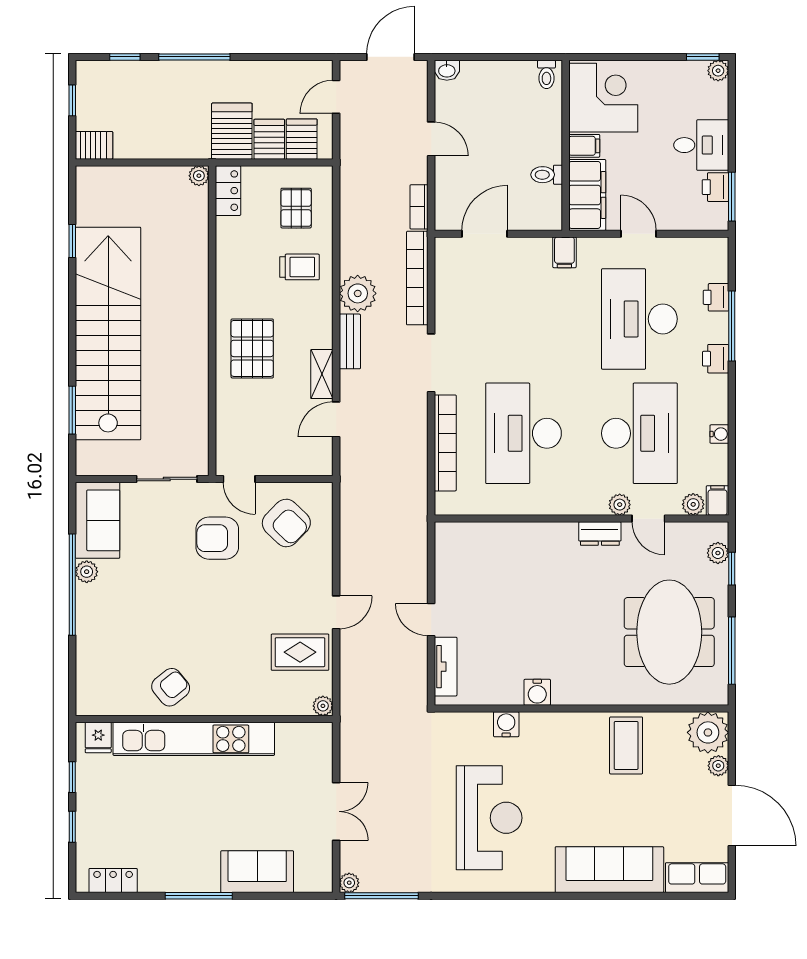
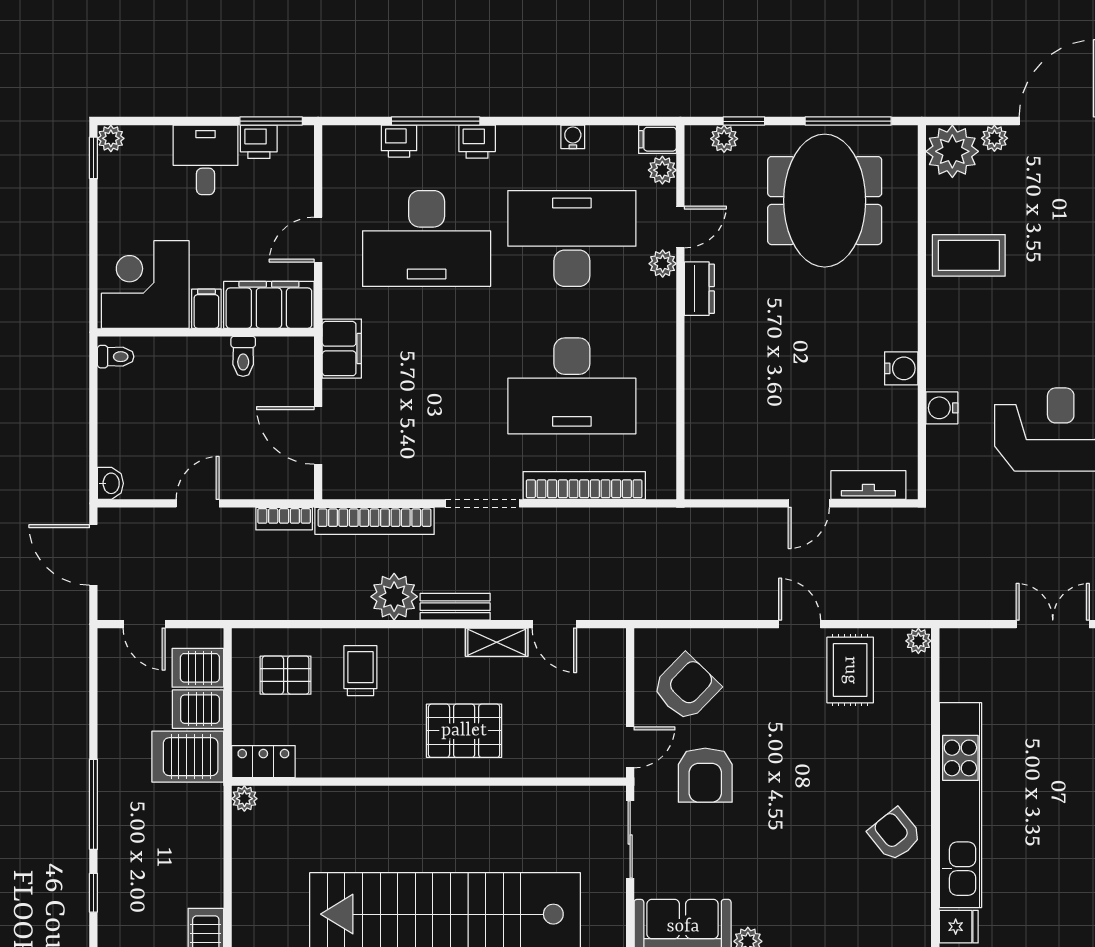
filing cabinet: (564, 252) -> (342, 349), width x2.00
meeting table: (669, 632) -> (825, 201), turned 90

